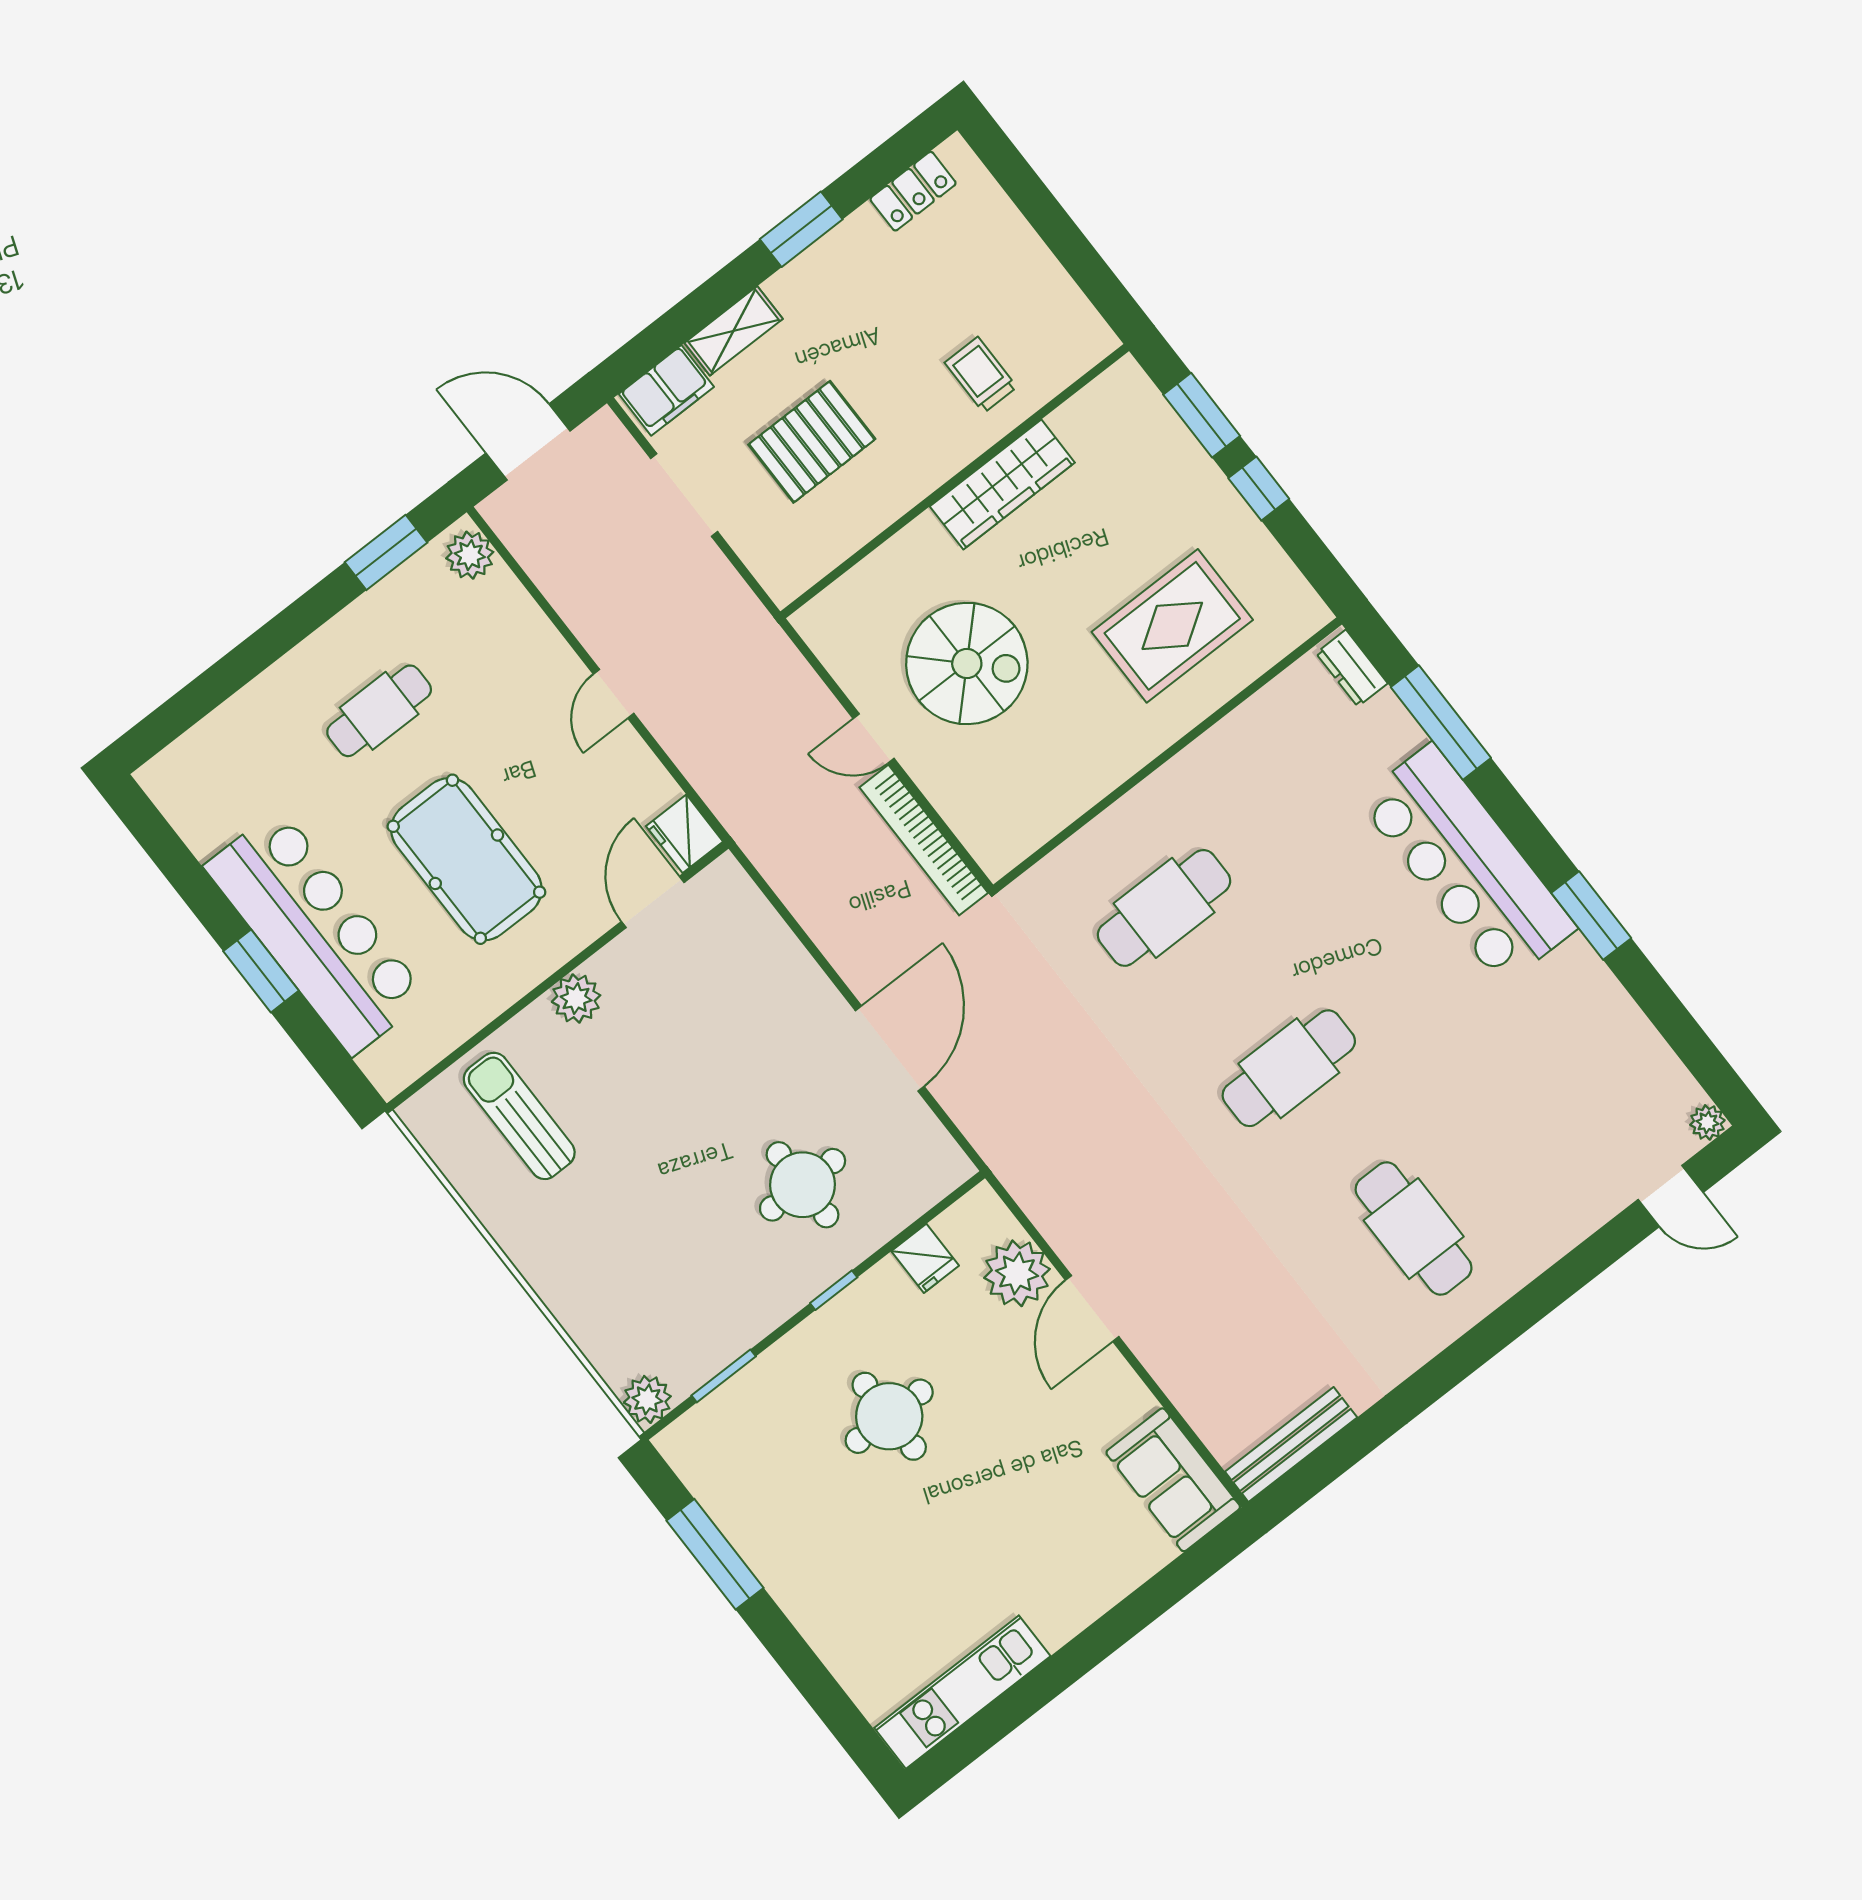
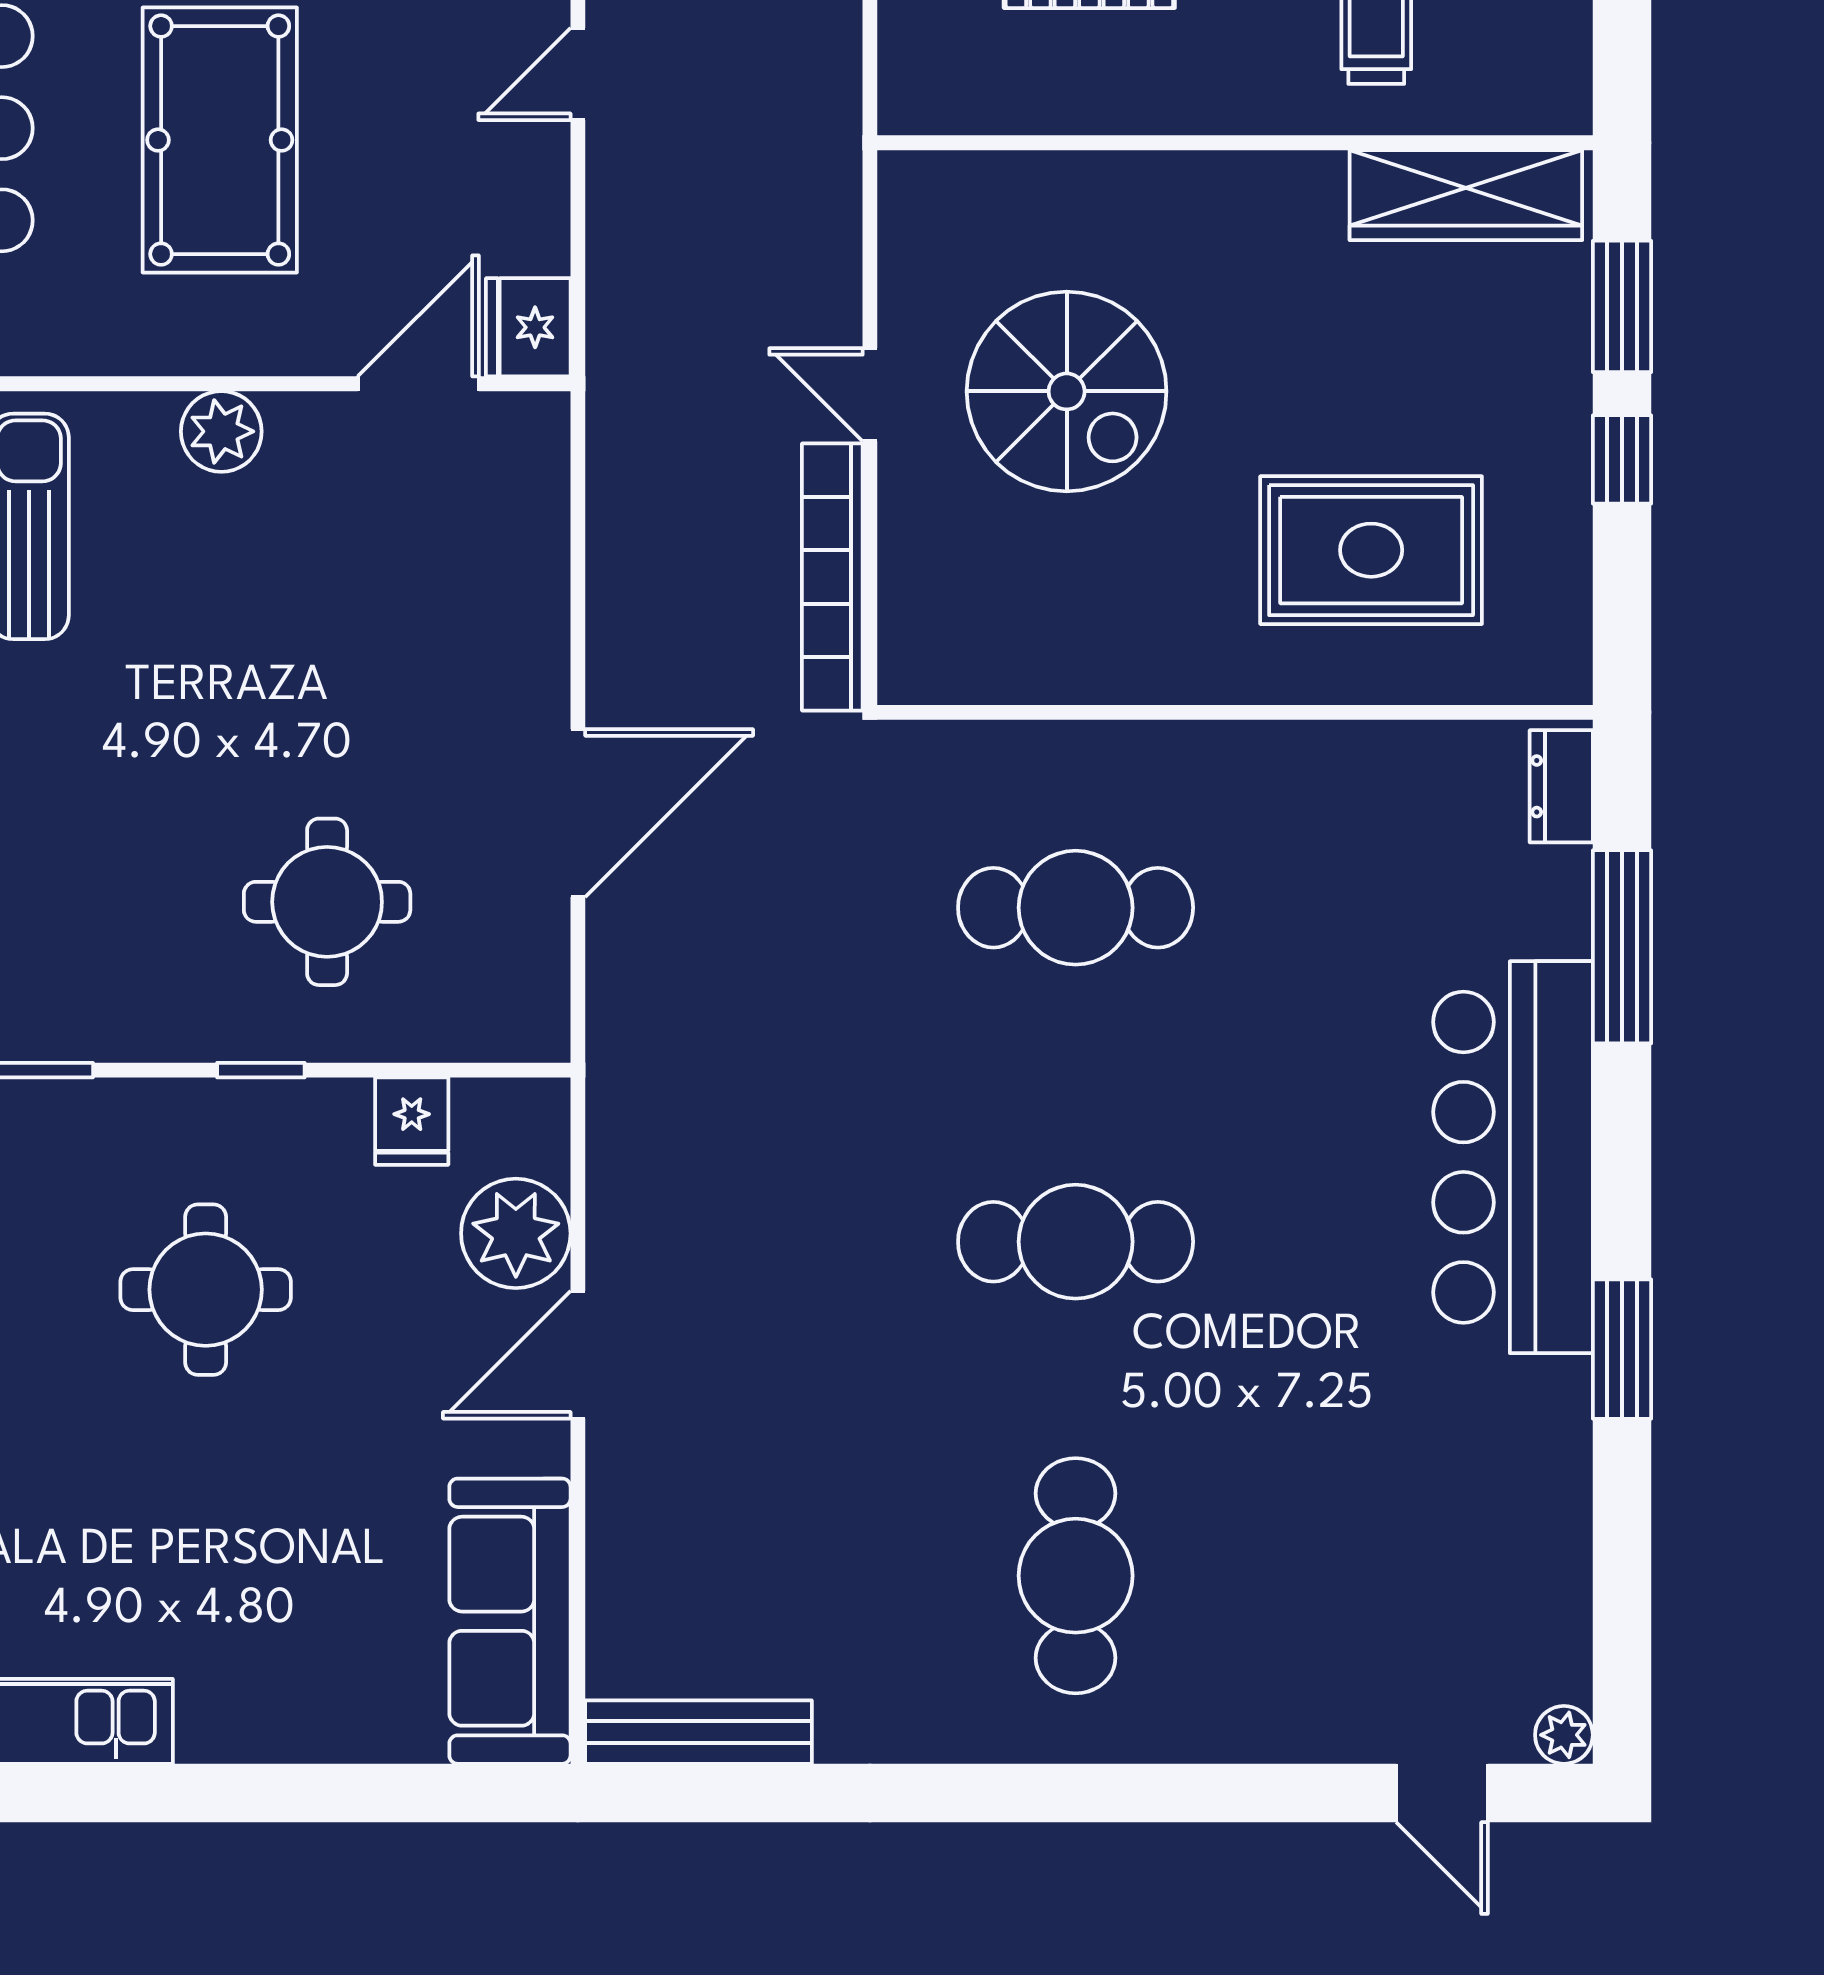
wardrobe: (1002, 484) -> (1466, 195), moved
sofa: (1173, 1480) -> (510, 1621), width x1.36

